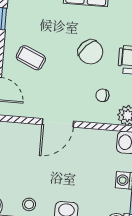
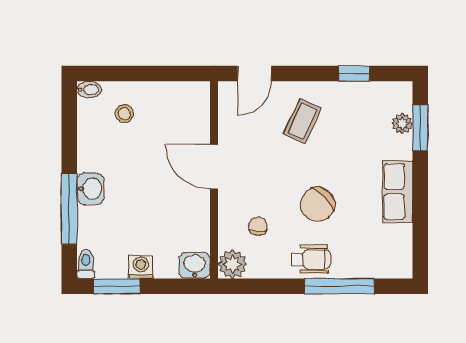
stool: (29, 204) -> (124, 114), moved

